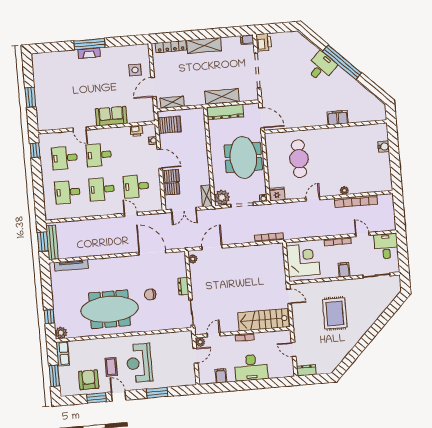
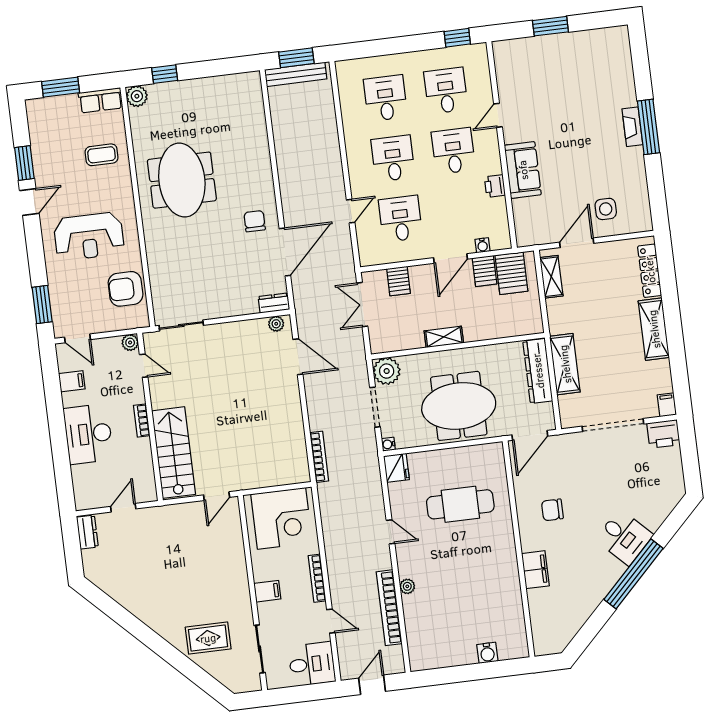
door: (154, 87) -> (577, 243), hinge flipped
chair: (304, 107) -> (552, 510), added
printer: (136, 131) -> (495, 186), moved
server rack: (171, 176) -> (484, 271), moved
shelving: (207, 196) -> (444, 337), moved
door: (399, 213) -> (372, 685), added
door: (362, 234) -> (331, 621), hinge flipped
tv unit: (71, 265) -> (257, 110), removed
dresser: (183, 286) -> (274, 303), moved
chair: (150, 294) -> (255, 221), moved
meeting table: (109, 309) -> (182, 180), width x0.73
rug: (335, 313) -> (208, 638), moved, width x0.73, depth x0.70
door: (195, 356) -> (77, 338), moved
reception desk: (139, 363) -> (89, 236), turned 180
coffee table: (111, 367) -> (102, 155), moved
armchair: (89, 380) -> (126, 289), moved, turned 180
window: (157, 393) -> (42, 305), moved

